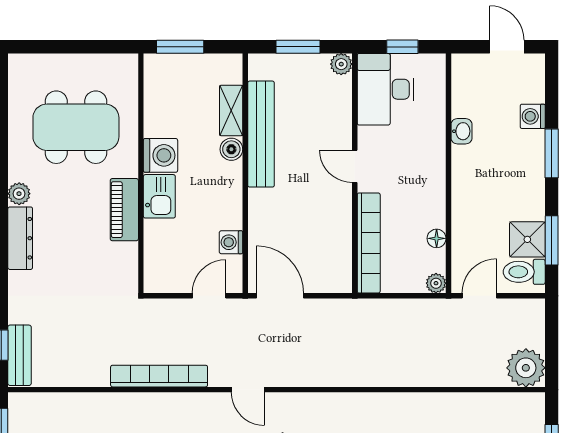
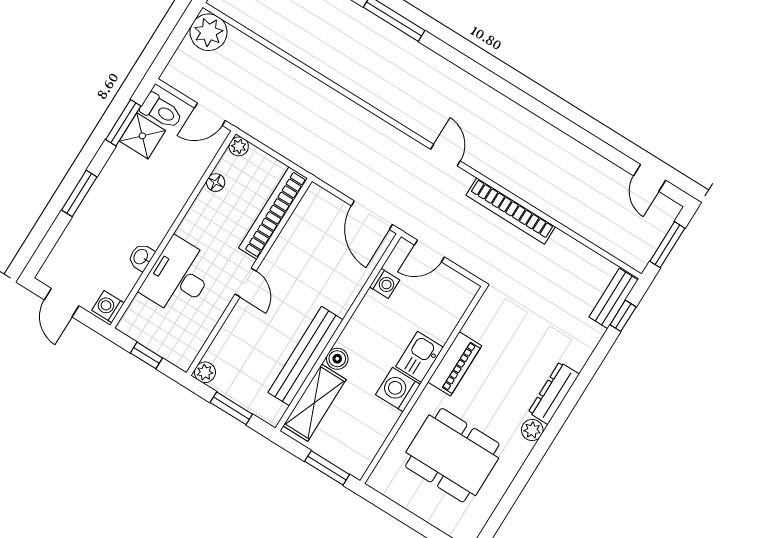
desk: (386, 89) -> (178, 277), moved, turned 180
shelving: (231, 110) -> (314, 403), width x1.50, depth x1.33
washing machine: (533, 116) -> (108, 307), moved, turned 180

